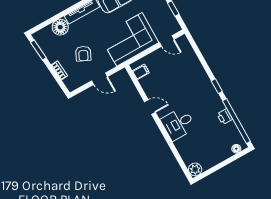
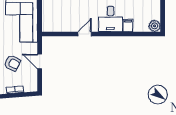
filing cabinet: (141, 72) -> (128, 25), moved
door: (99, 79) -> (40, 61), swing flipped

